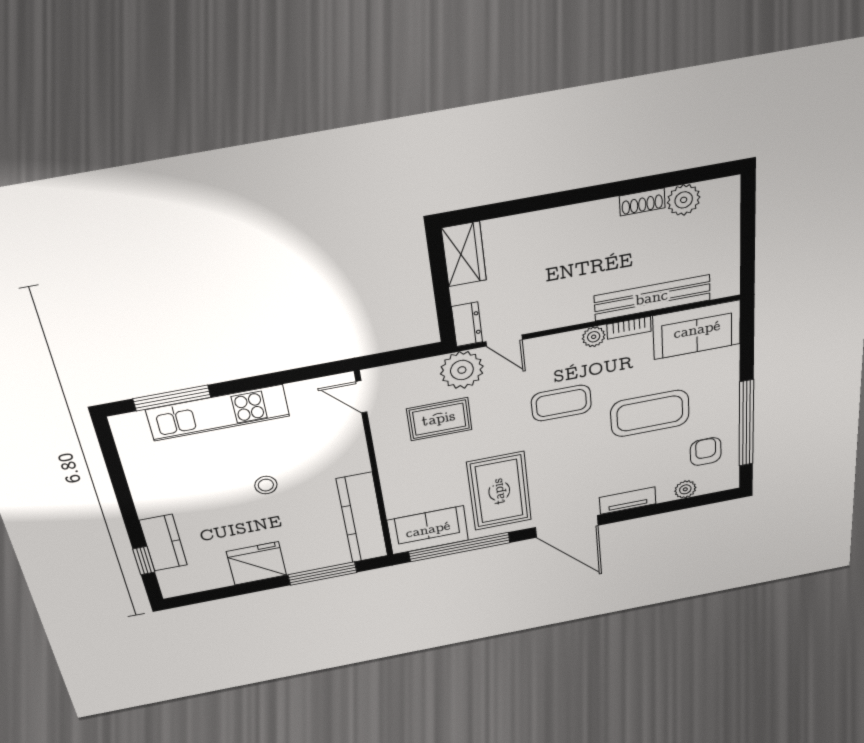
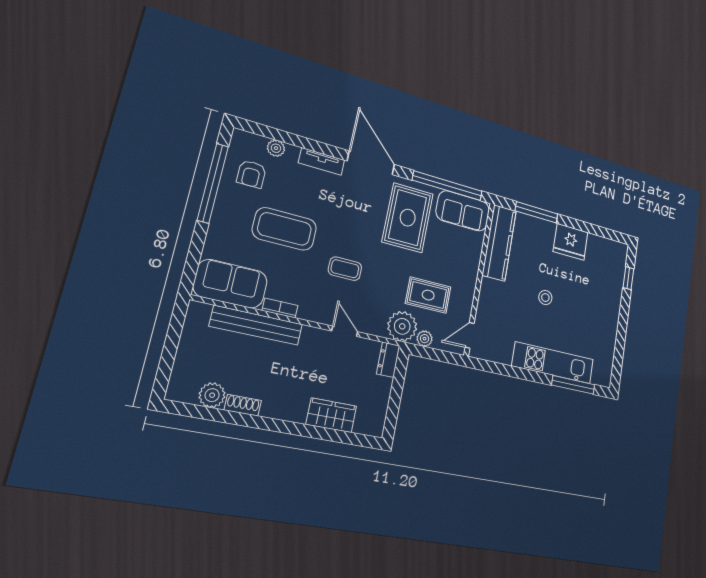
wardrobe: (464, 254) -> (331, 415), moved, turned 90
plant: (594, 337) -> (425, 339), moved
door: (504, 341) -> (345, 331), moved
door: (361, 397) -> (470, 335), swing flipped
coffee table: (561, 403) -> (345, 269), width x0.73, depth x0.77
kitchen counter: (163, 543) -> (614, 285), removed

